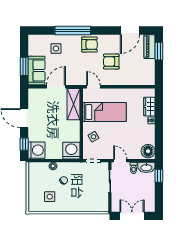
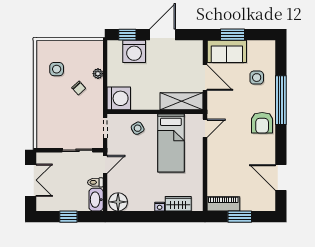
piano: (149, 47) -> (223, 204), moved
window: (159, 51) -> (240, 217), moved
armchair: (111, 62) -> (239, 152), removed
washing machine: (37, 150) -> (134, 51), moved
window: (159, 176) -> (68, 217), moved

